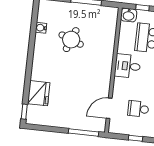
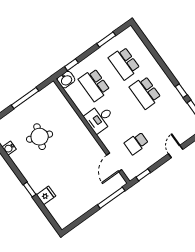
fridge: (39, 93) -> (46, 195), width x0.53, depth x0.75
window: (24, 112) -> (30, 190), moved
window: (135, 138) -> (143, 175), moved

